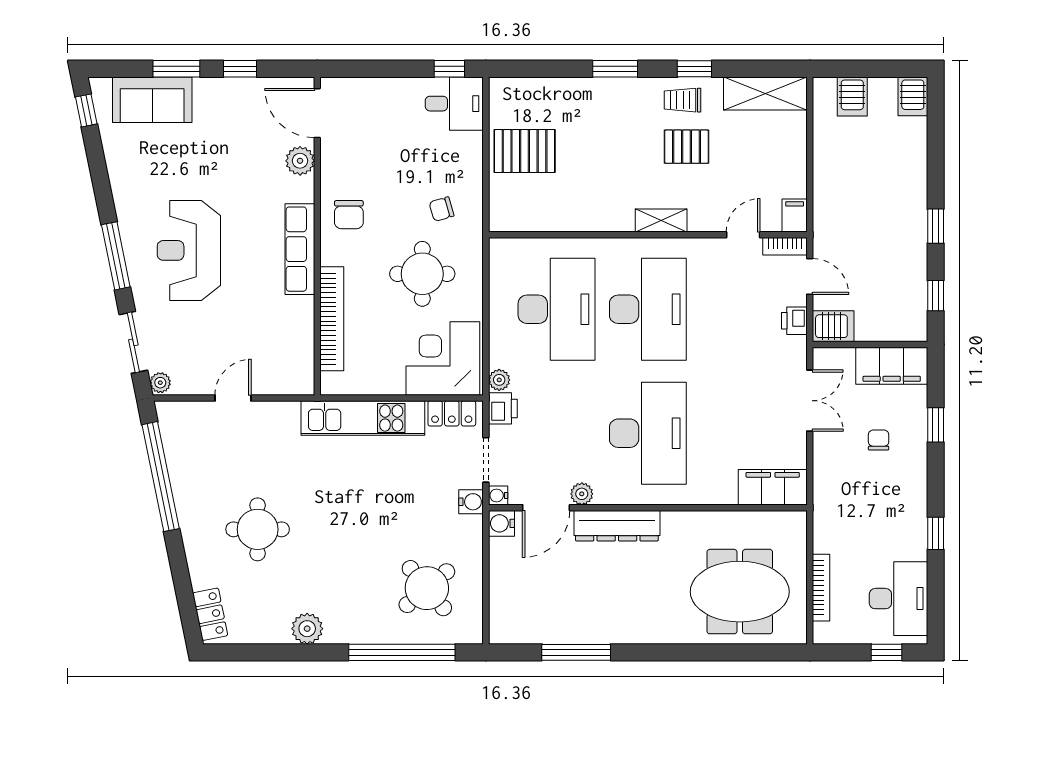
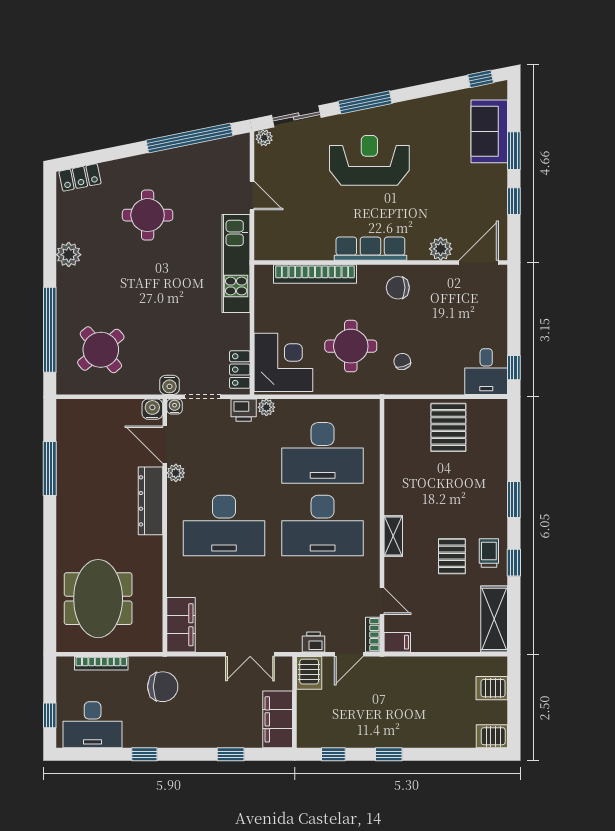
kitchen unit: (363, 418) -> (236, 263), moved
chair: (879, 440) -> (163, 687), moved, width x1.87, depth x1.87

